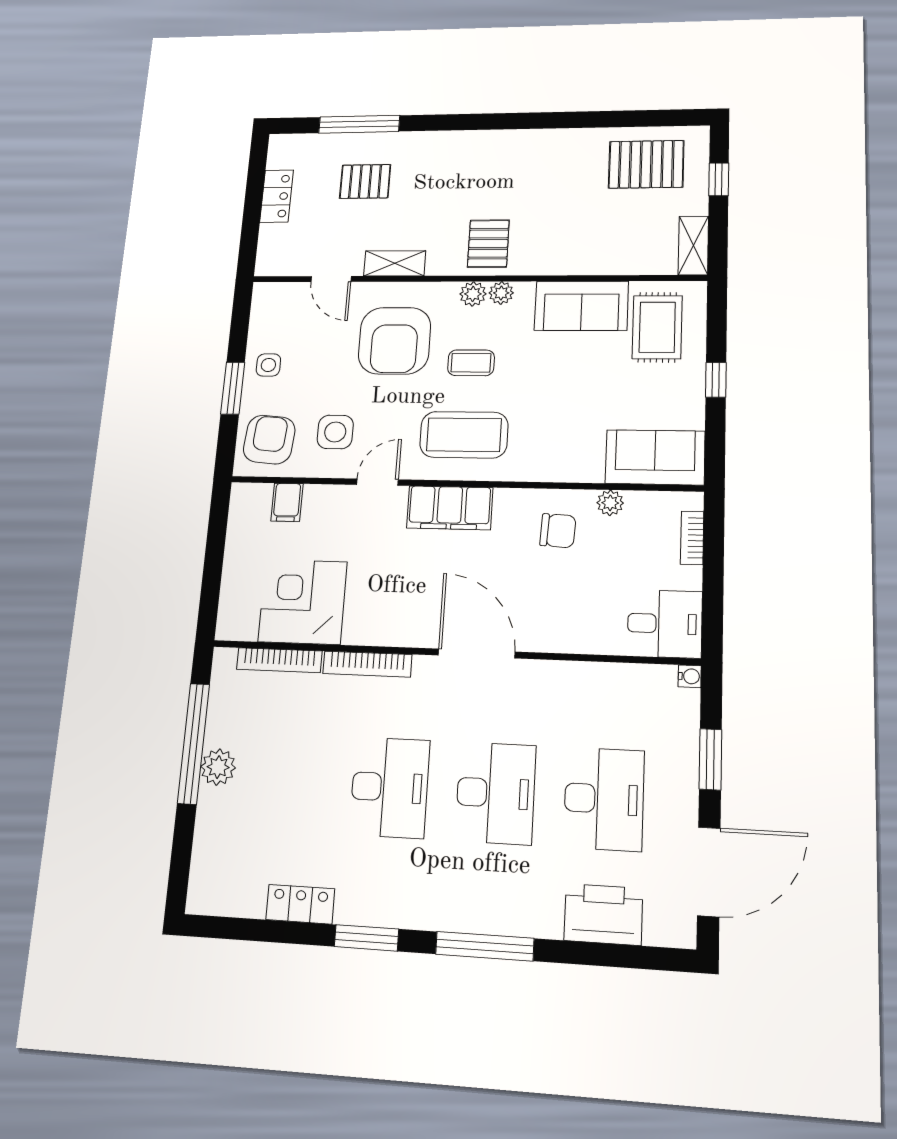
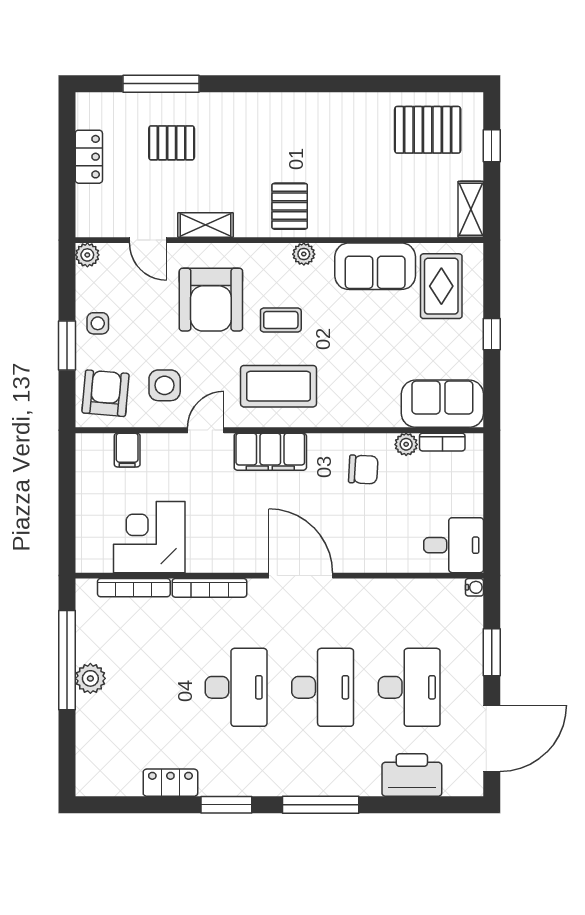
plant: (473, 294) -> (87, 255), moved
bookcase: (692, 538) -> (442, 442), moved, turned -90

